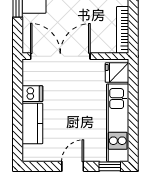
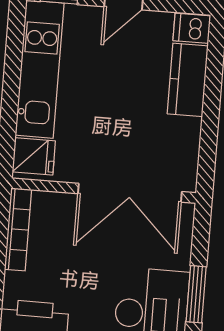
dishwasher: (32, 94) -> (192, 28), moved

